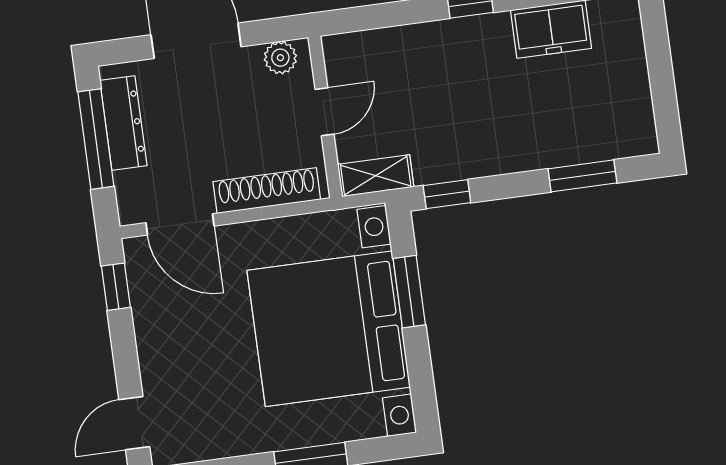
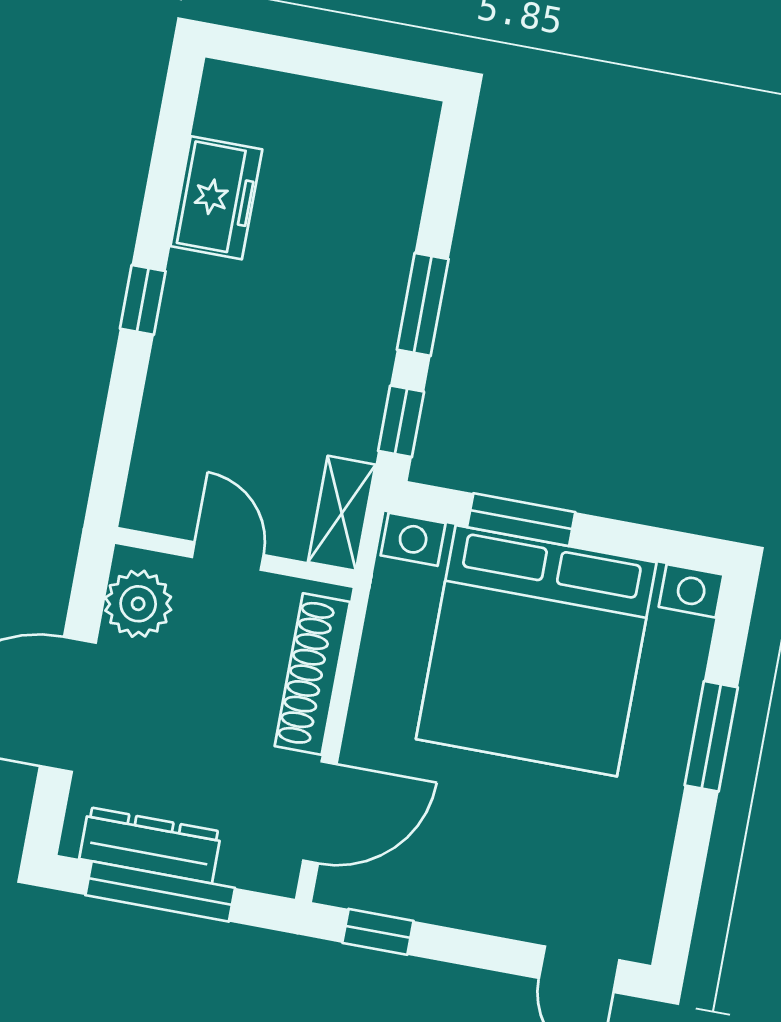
plant: (280, 58) -> (138, 604), width x1.38, depth x1.38
window: (582, 176) -> (423, 304), moved

